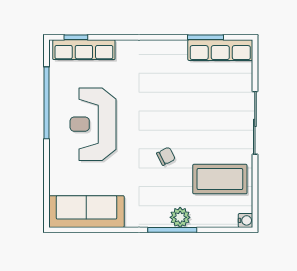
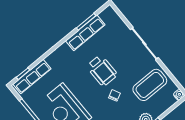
row of seats: (220, 50) -> (85, 33), moved
wheelchair: (176, 113) -> (102, 71), added

